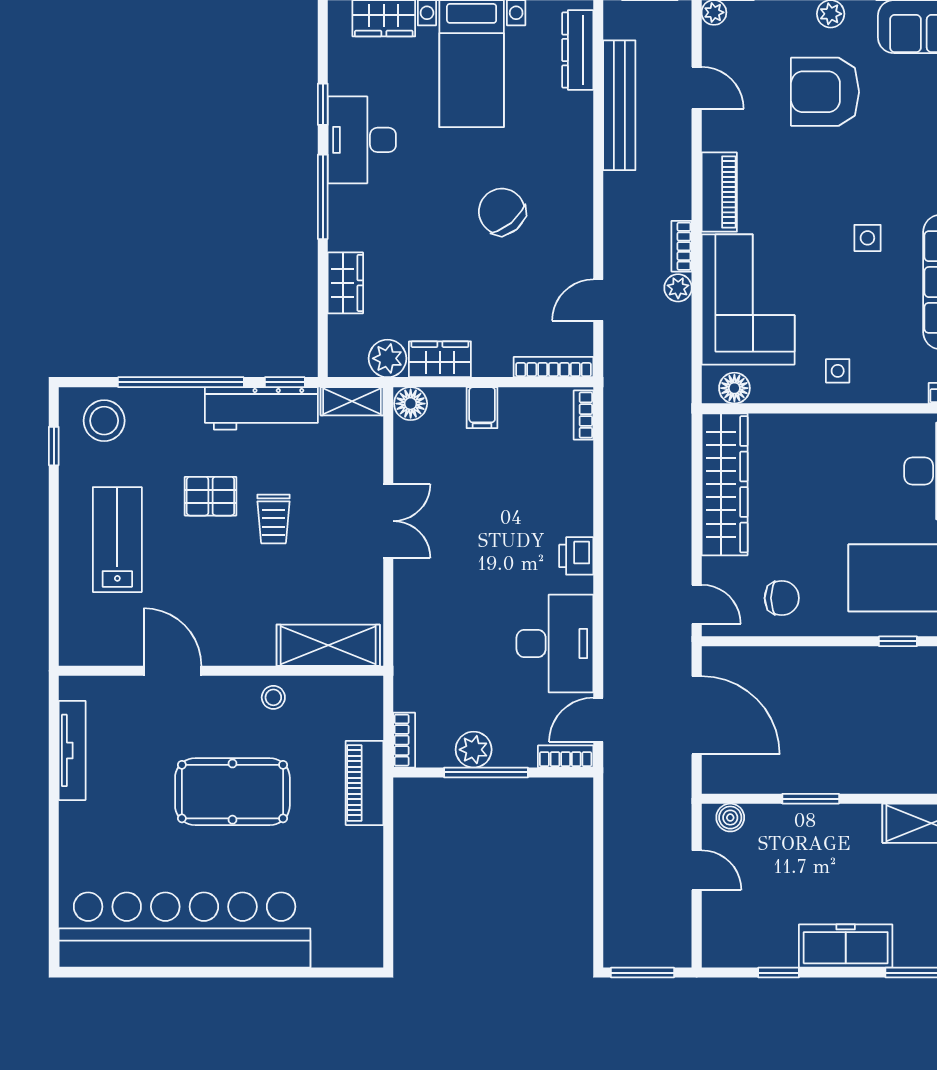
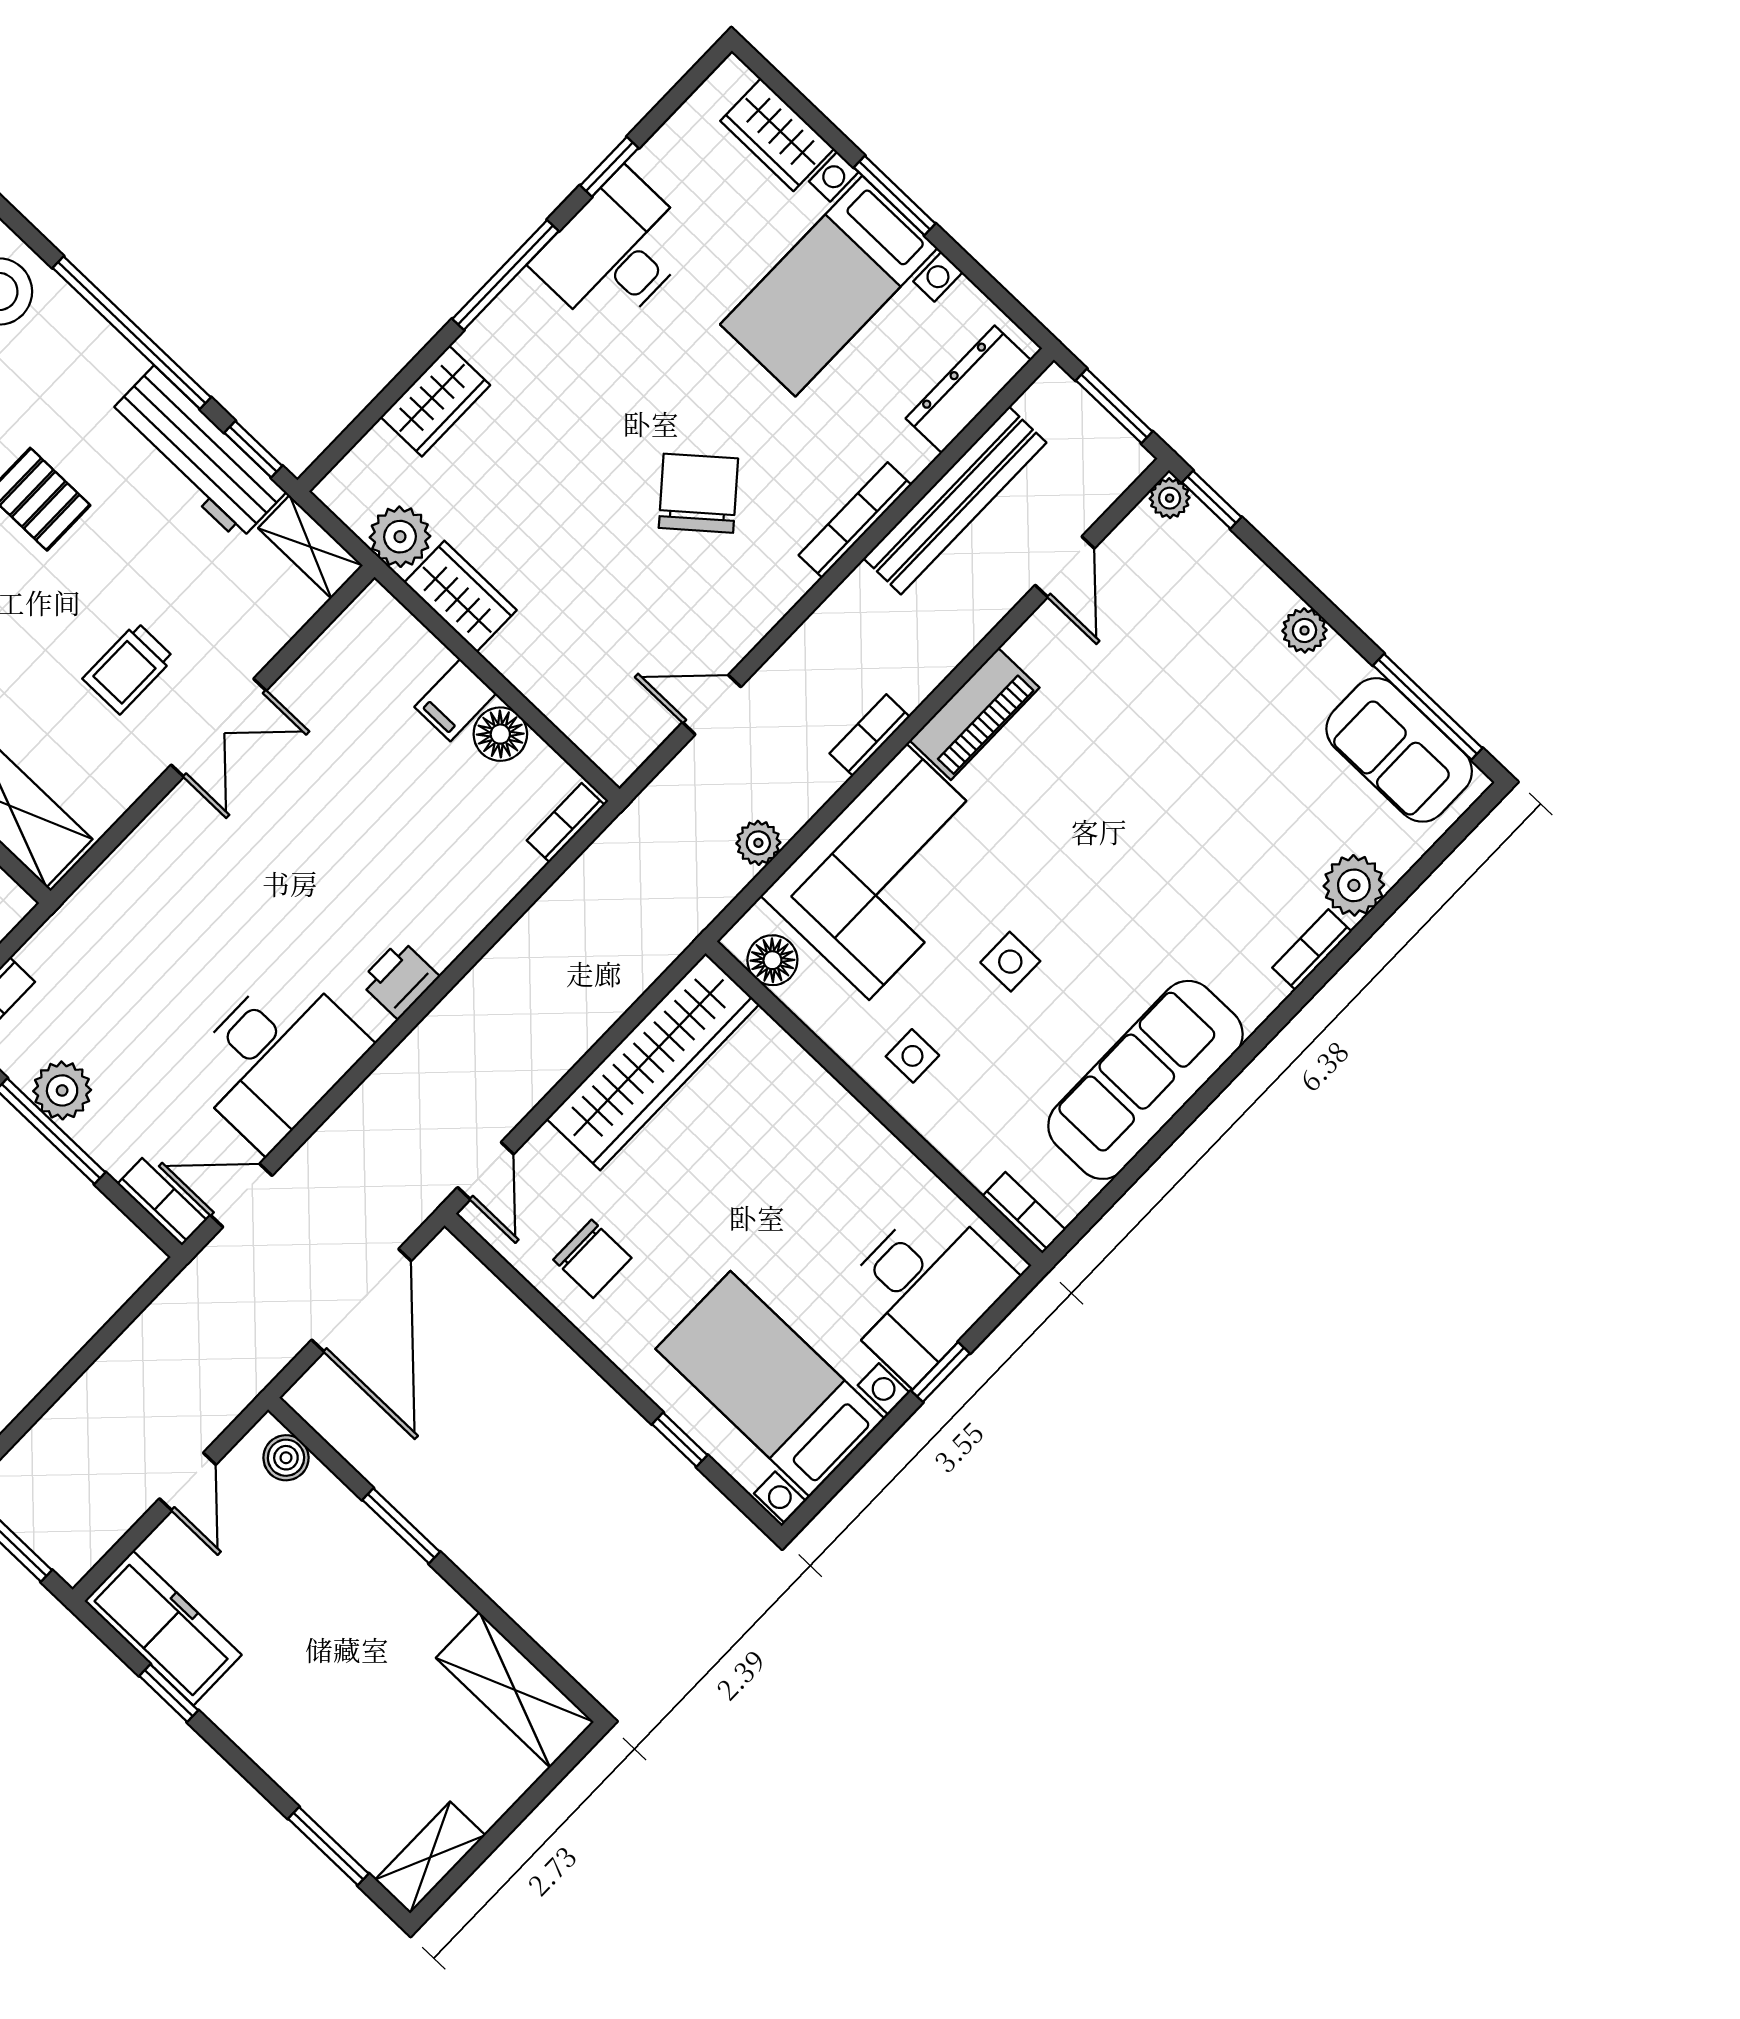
armchair: (825, 92) -> (1211, 715), removed
side table: (867, 238) -> (1010, 962), moved
plant: (678, 288) -> (758, 843), moved
bookcase: (554, 367) -> (855, 520), moved, turned -90
floor lamp: (411, 404) -> (500, 734), moved
trolley: (274, 519) -> (128, 668), moved
freezer: (846, 946) -> (163, 1628), moved

